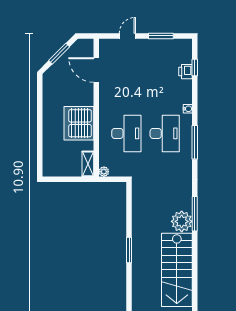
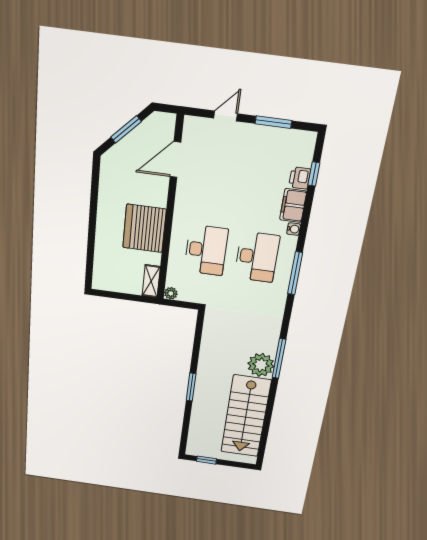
door: (96, 70) -> (175, 160), hinge flipped
filing cabinet: (184, 92) -> (293, 205), added

